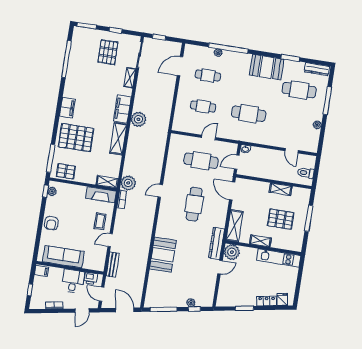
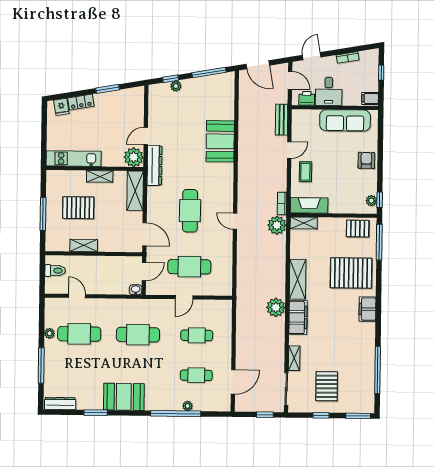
cafe table: (299, 90) -> (79, 334), moved
door: (160, 191) -> (235, 221), swing flipped

